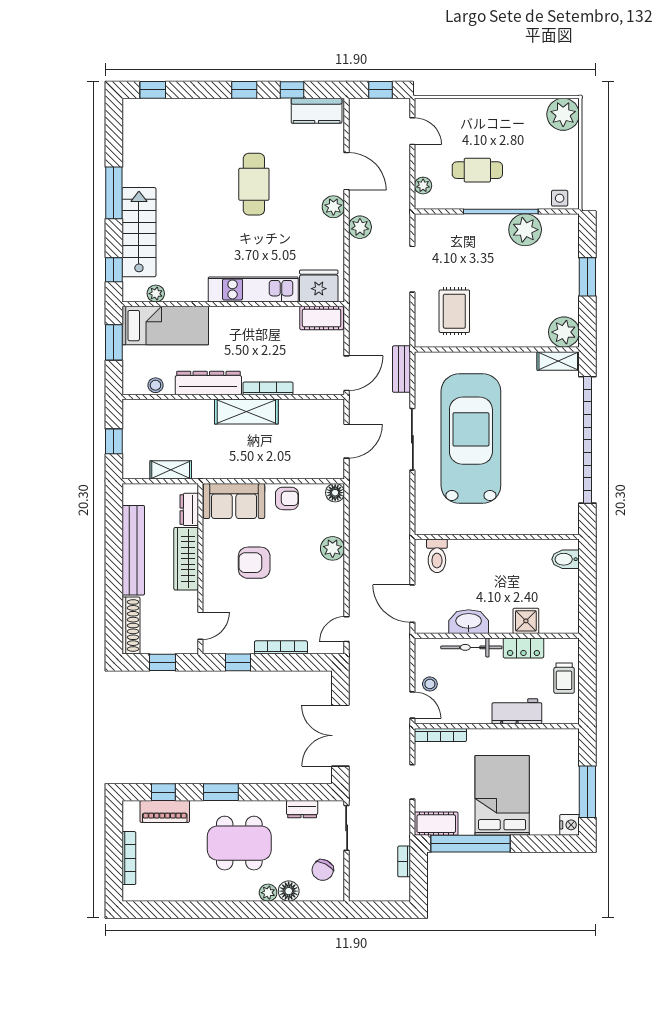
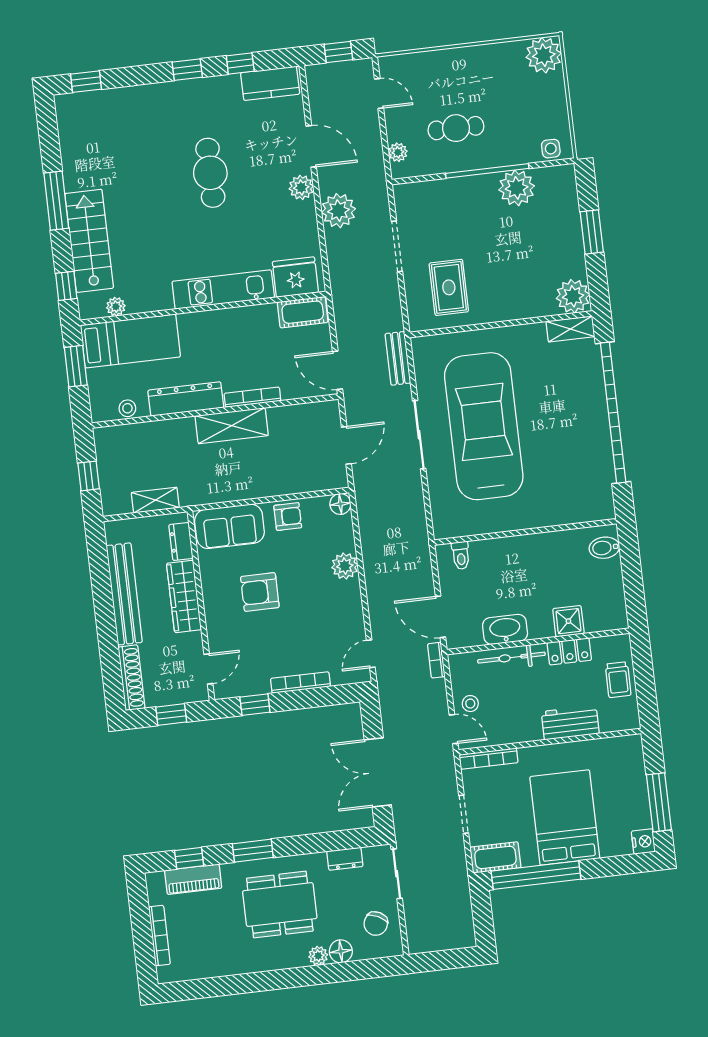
plant: (360, 227) -> (338, 211), width x1.36, depth x1.36
door: (347, 373) -> (337, 370), swing flipped
toilet: (437, 556) -> (461, 555), width x0.73, depth x0.72
bookcase: (404, 861) -> (436, 660), moved

